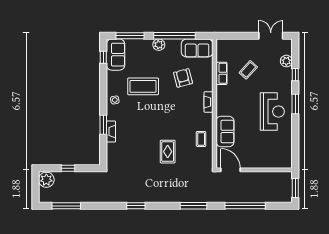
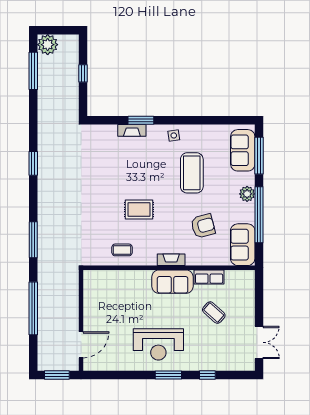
sofa: (116, 55) -> (243, 150), moved, turned 90
window: (103, 57) -> (230, 120), removed
plant: (286, 61) -> (225, 363), removed
sofa: (225, 131) -> (173, 282), moved
rug: (168, 152) -> (139, 209), moved
door: (230, 170) -> (81, 345), moved
plant: (46, 180) -> (48, 45), moved

